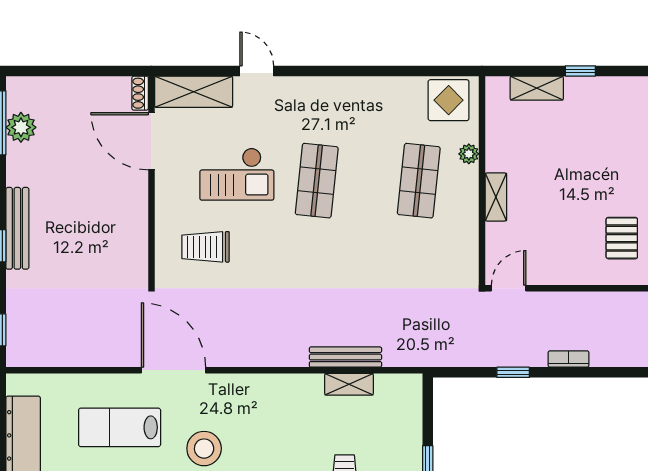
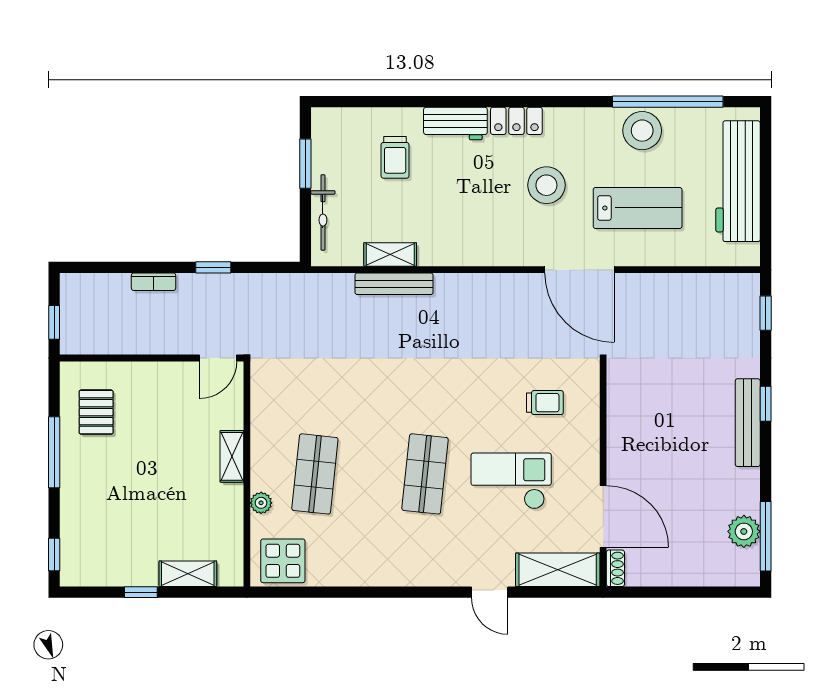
trolley: (206, 247) -> (545, 403), width x0.73, depth x0.72
bicycle: (411, 423) -> (323, 212), added

